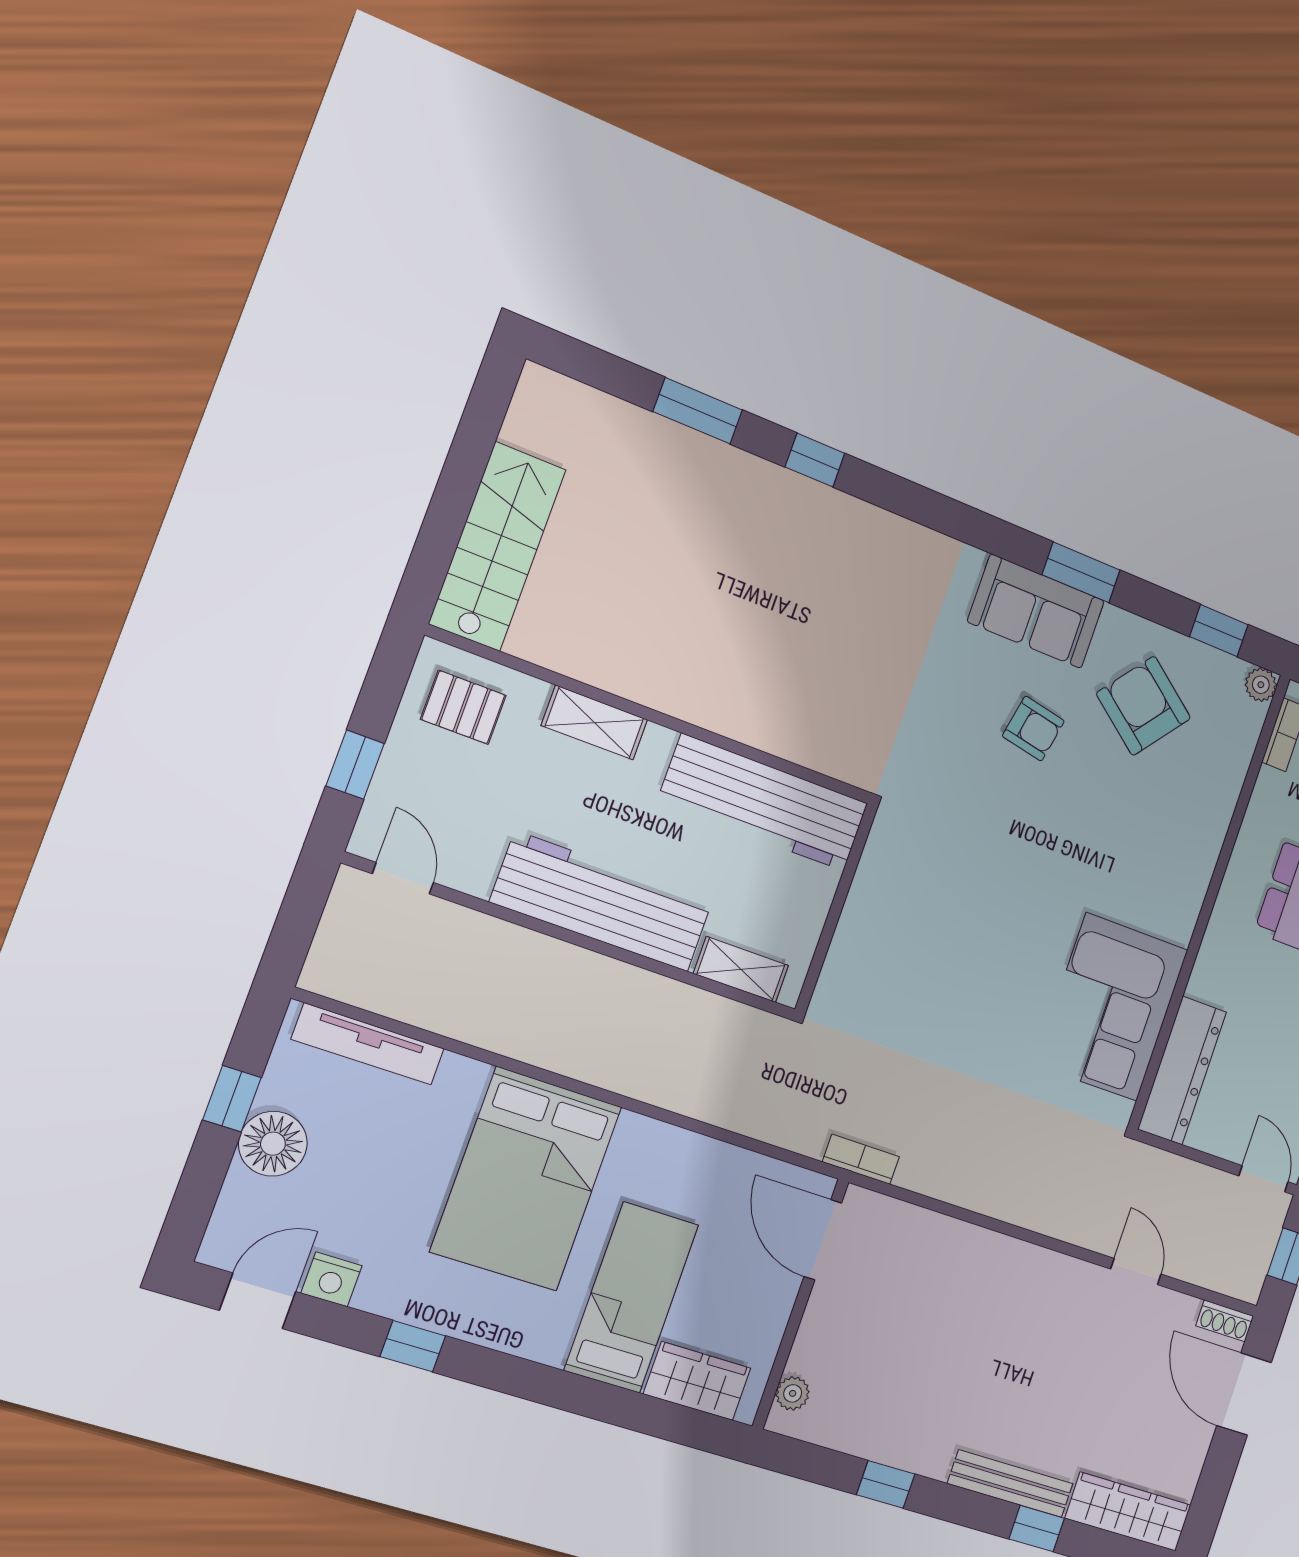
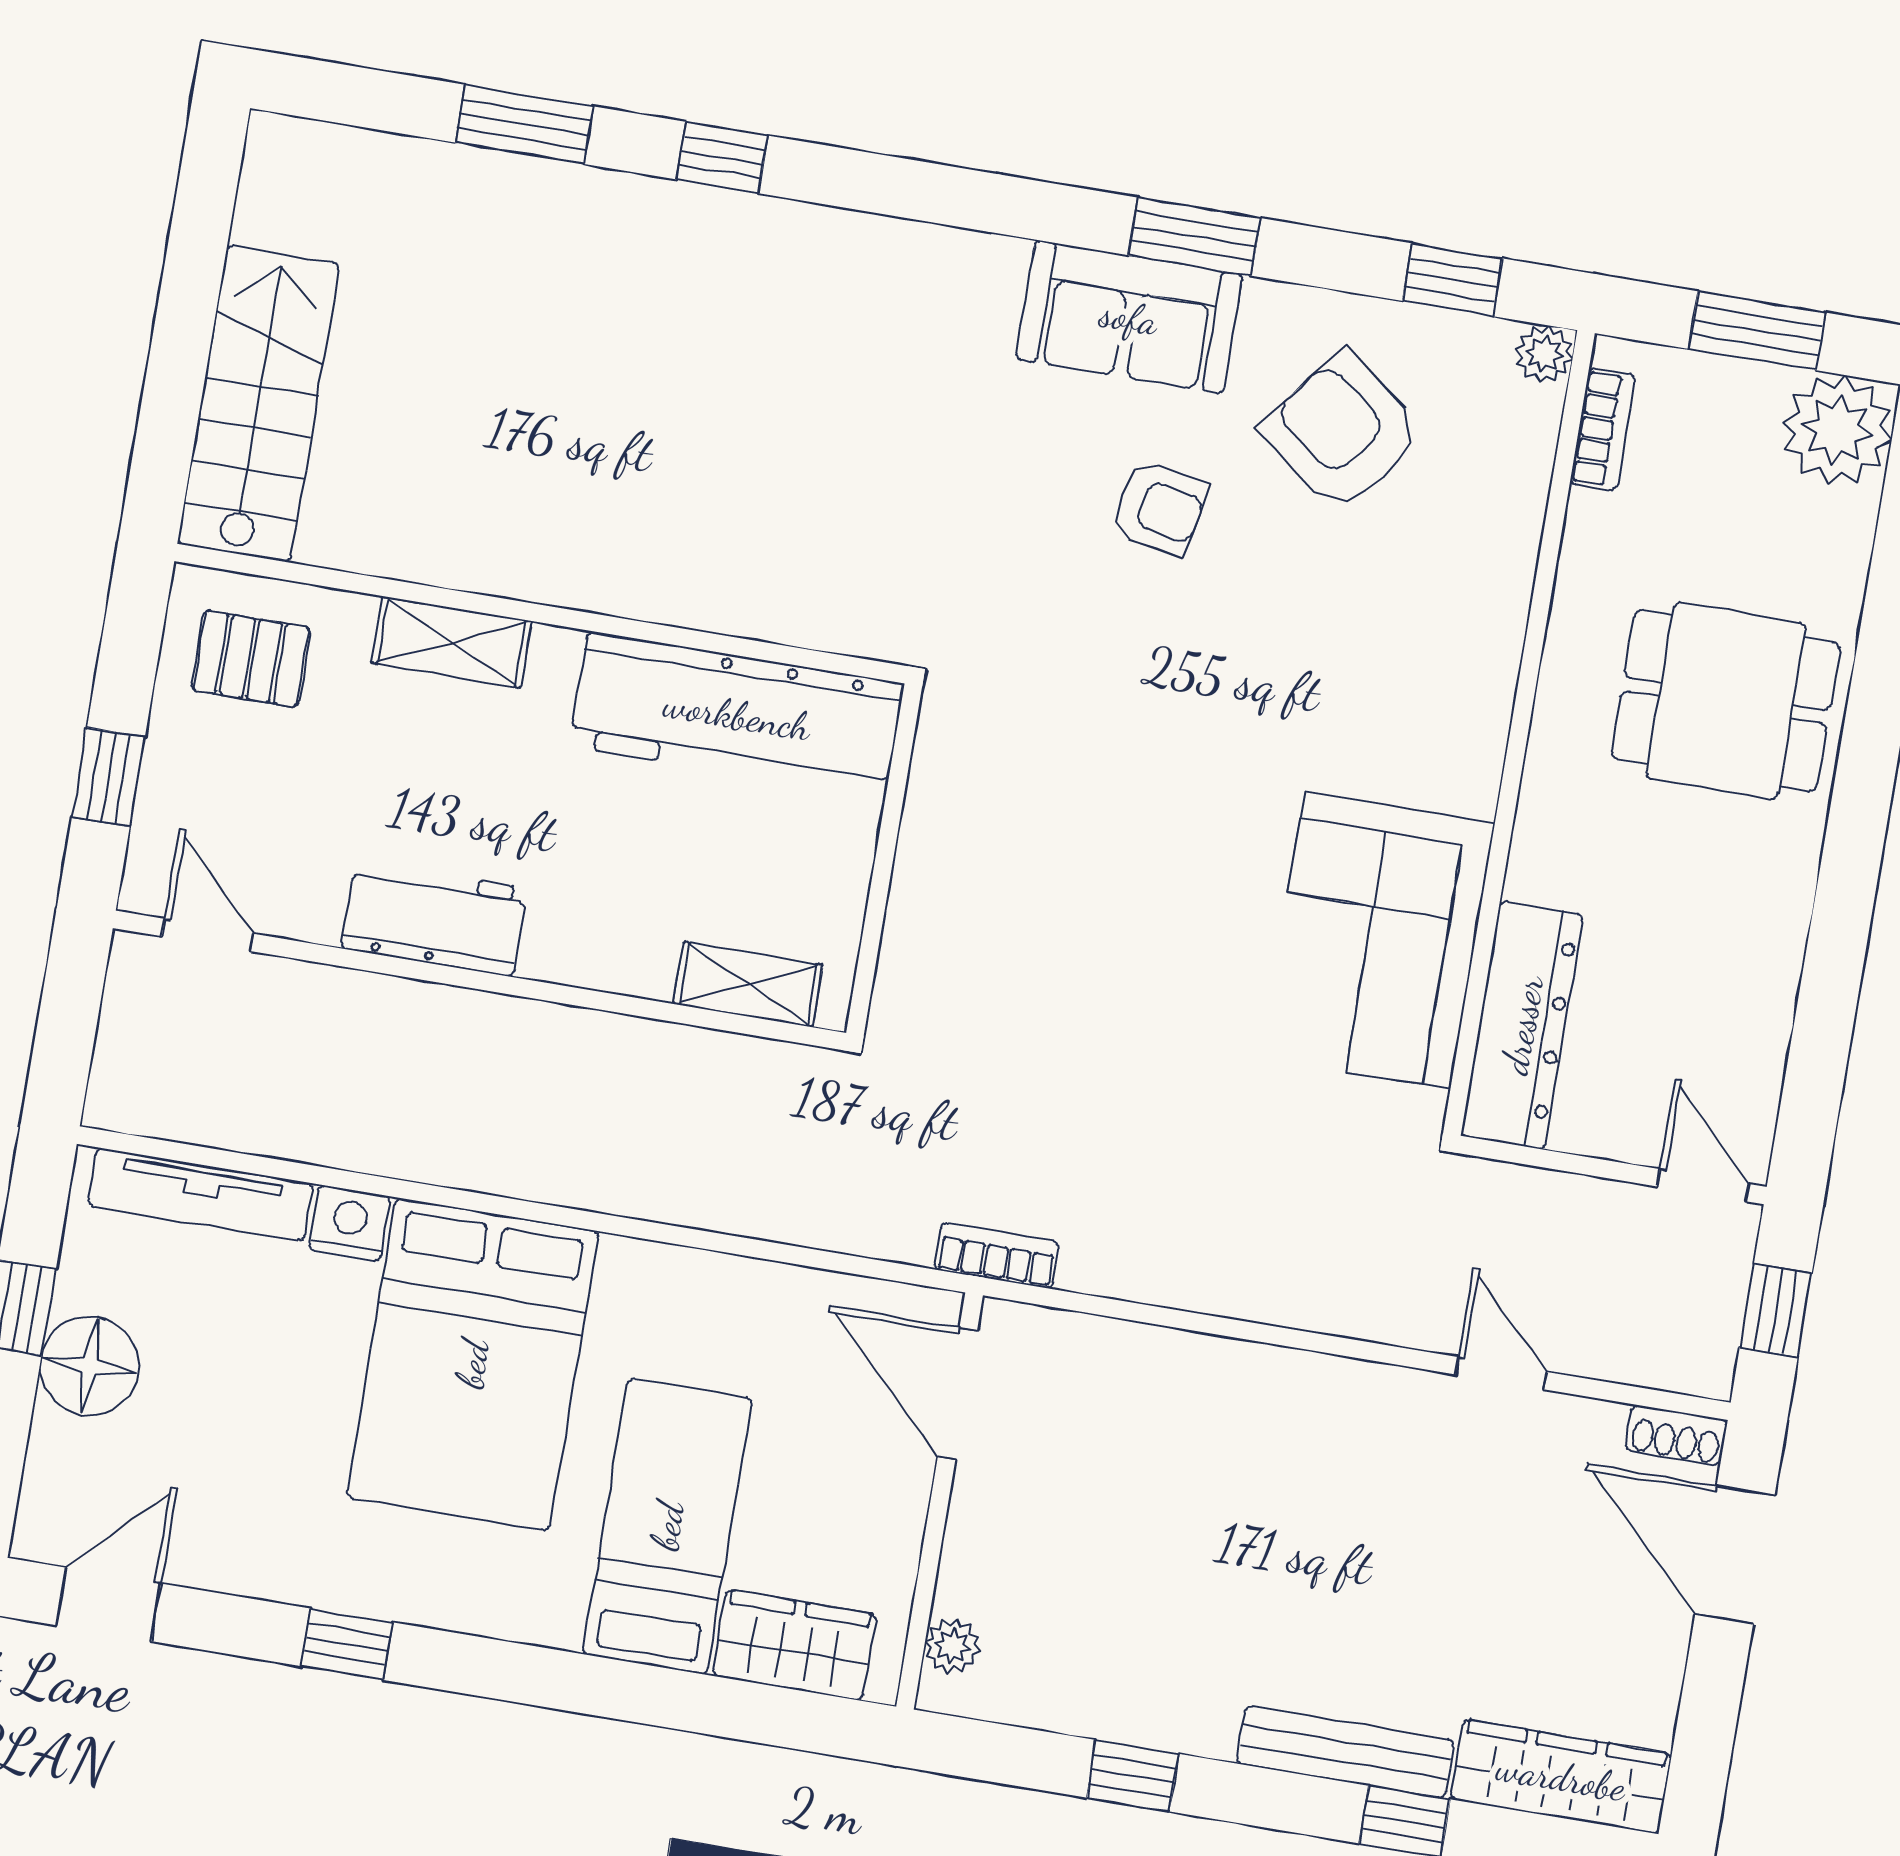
workbench: (602, 902) -> (434, 918), width x0.53, depth x0.76
nightstand: (332, 1279) -> (349, 1223), moved, turned 180

